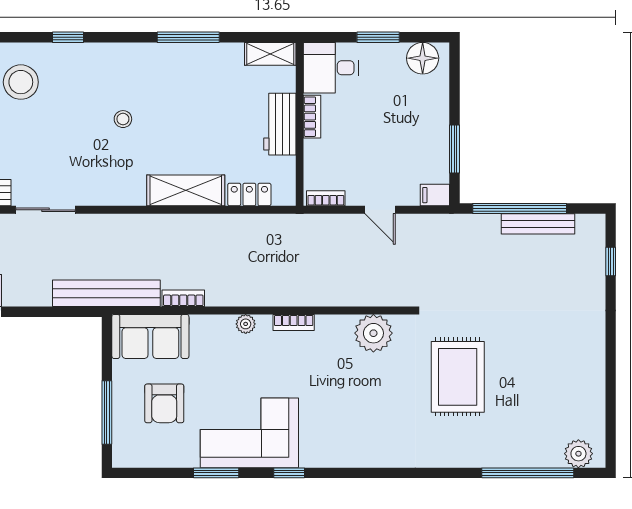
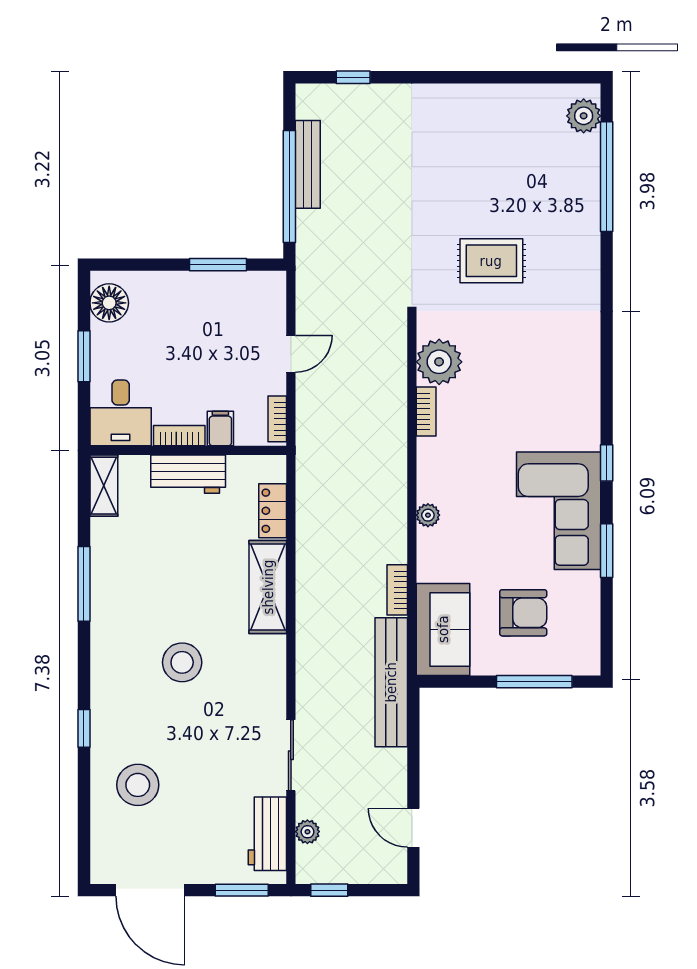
stool: (123, 119) -> (182, 662), width x1.89, depth x1.89
filing cabinet: (435, 195) -> (220, 428), moved, turned 180
bookcase: (294, 322) -> (426, 412), moved
rug: (458, 377) -> (491, 261), width x0.73, depth x0.70

